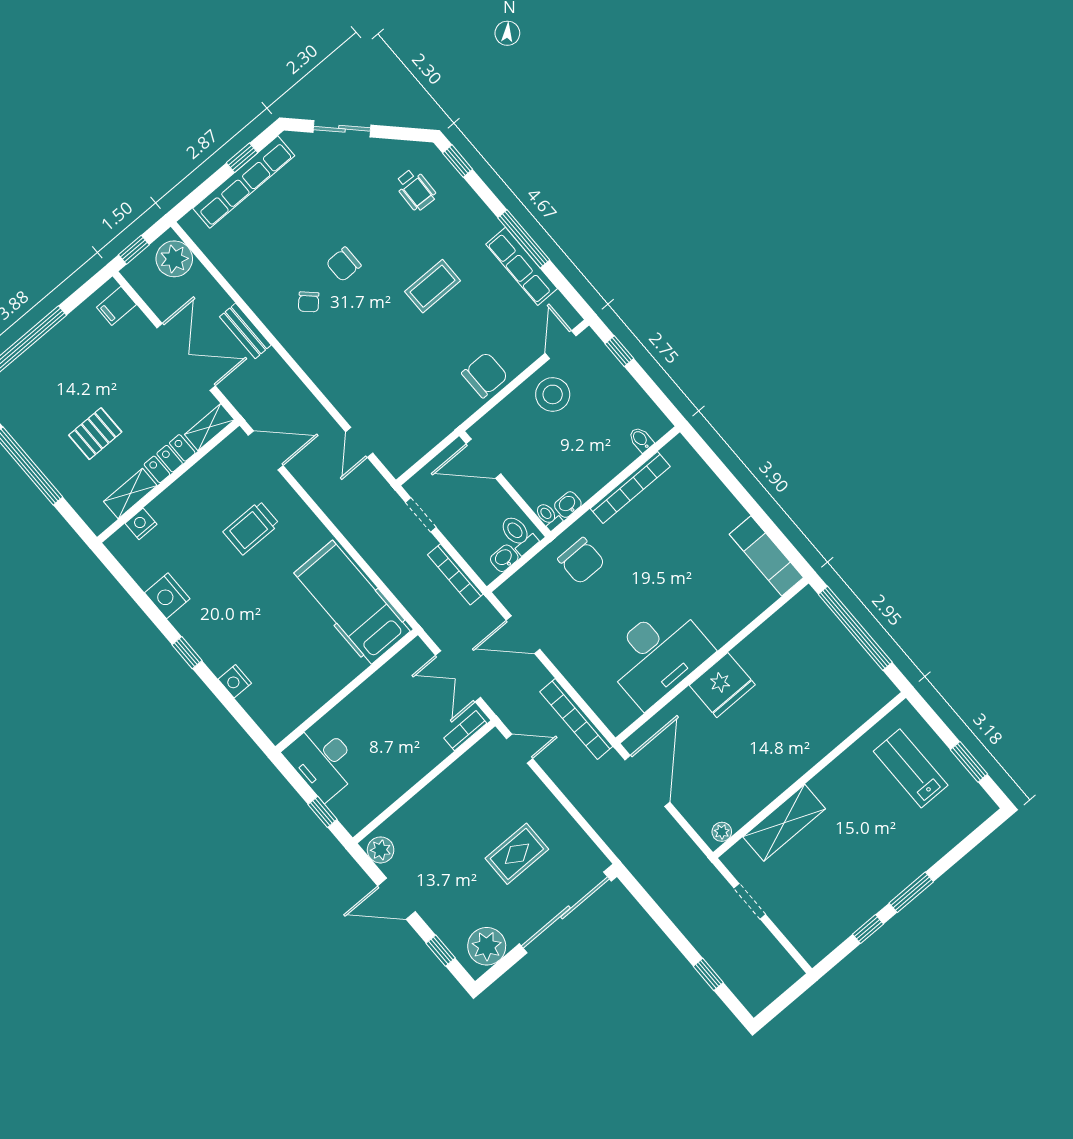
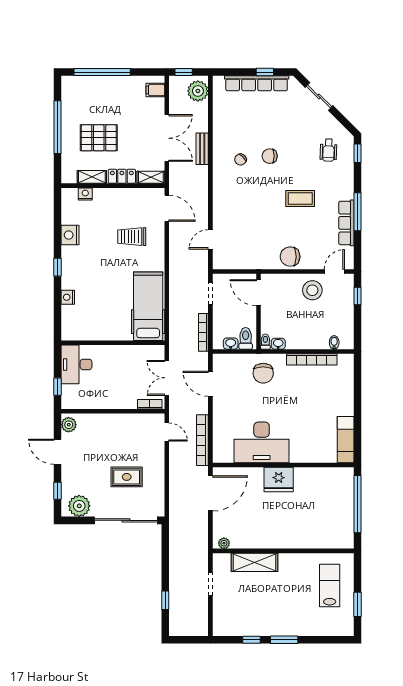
chair: (485, 375) -> (290, 257), turned 180
pallet: (95, 434) -> (99, 138), width x1.50, depth x1.42

